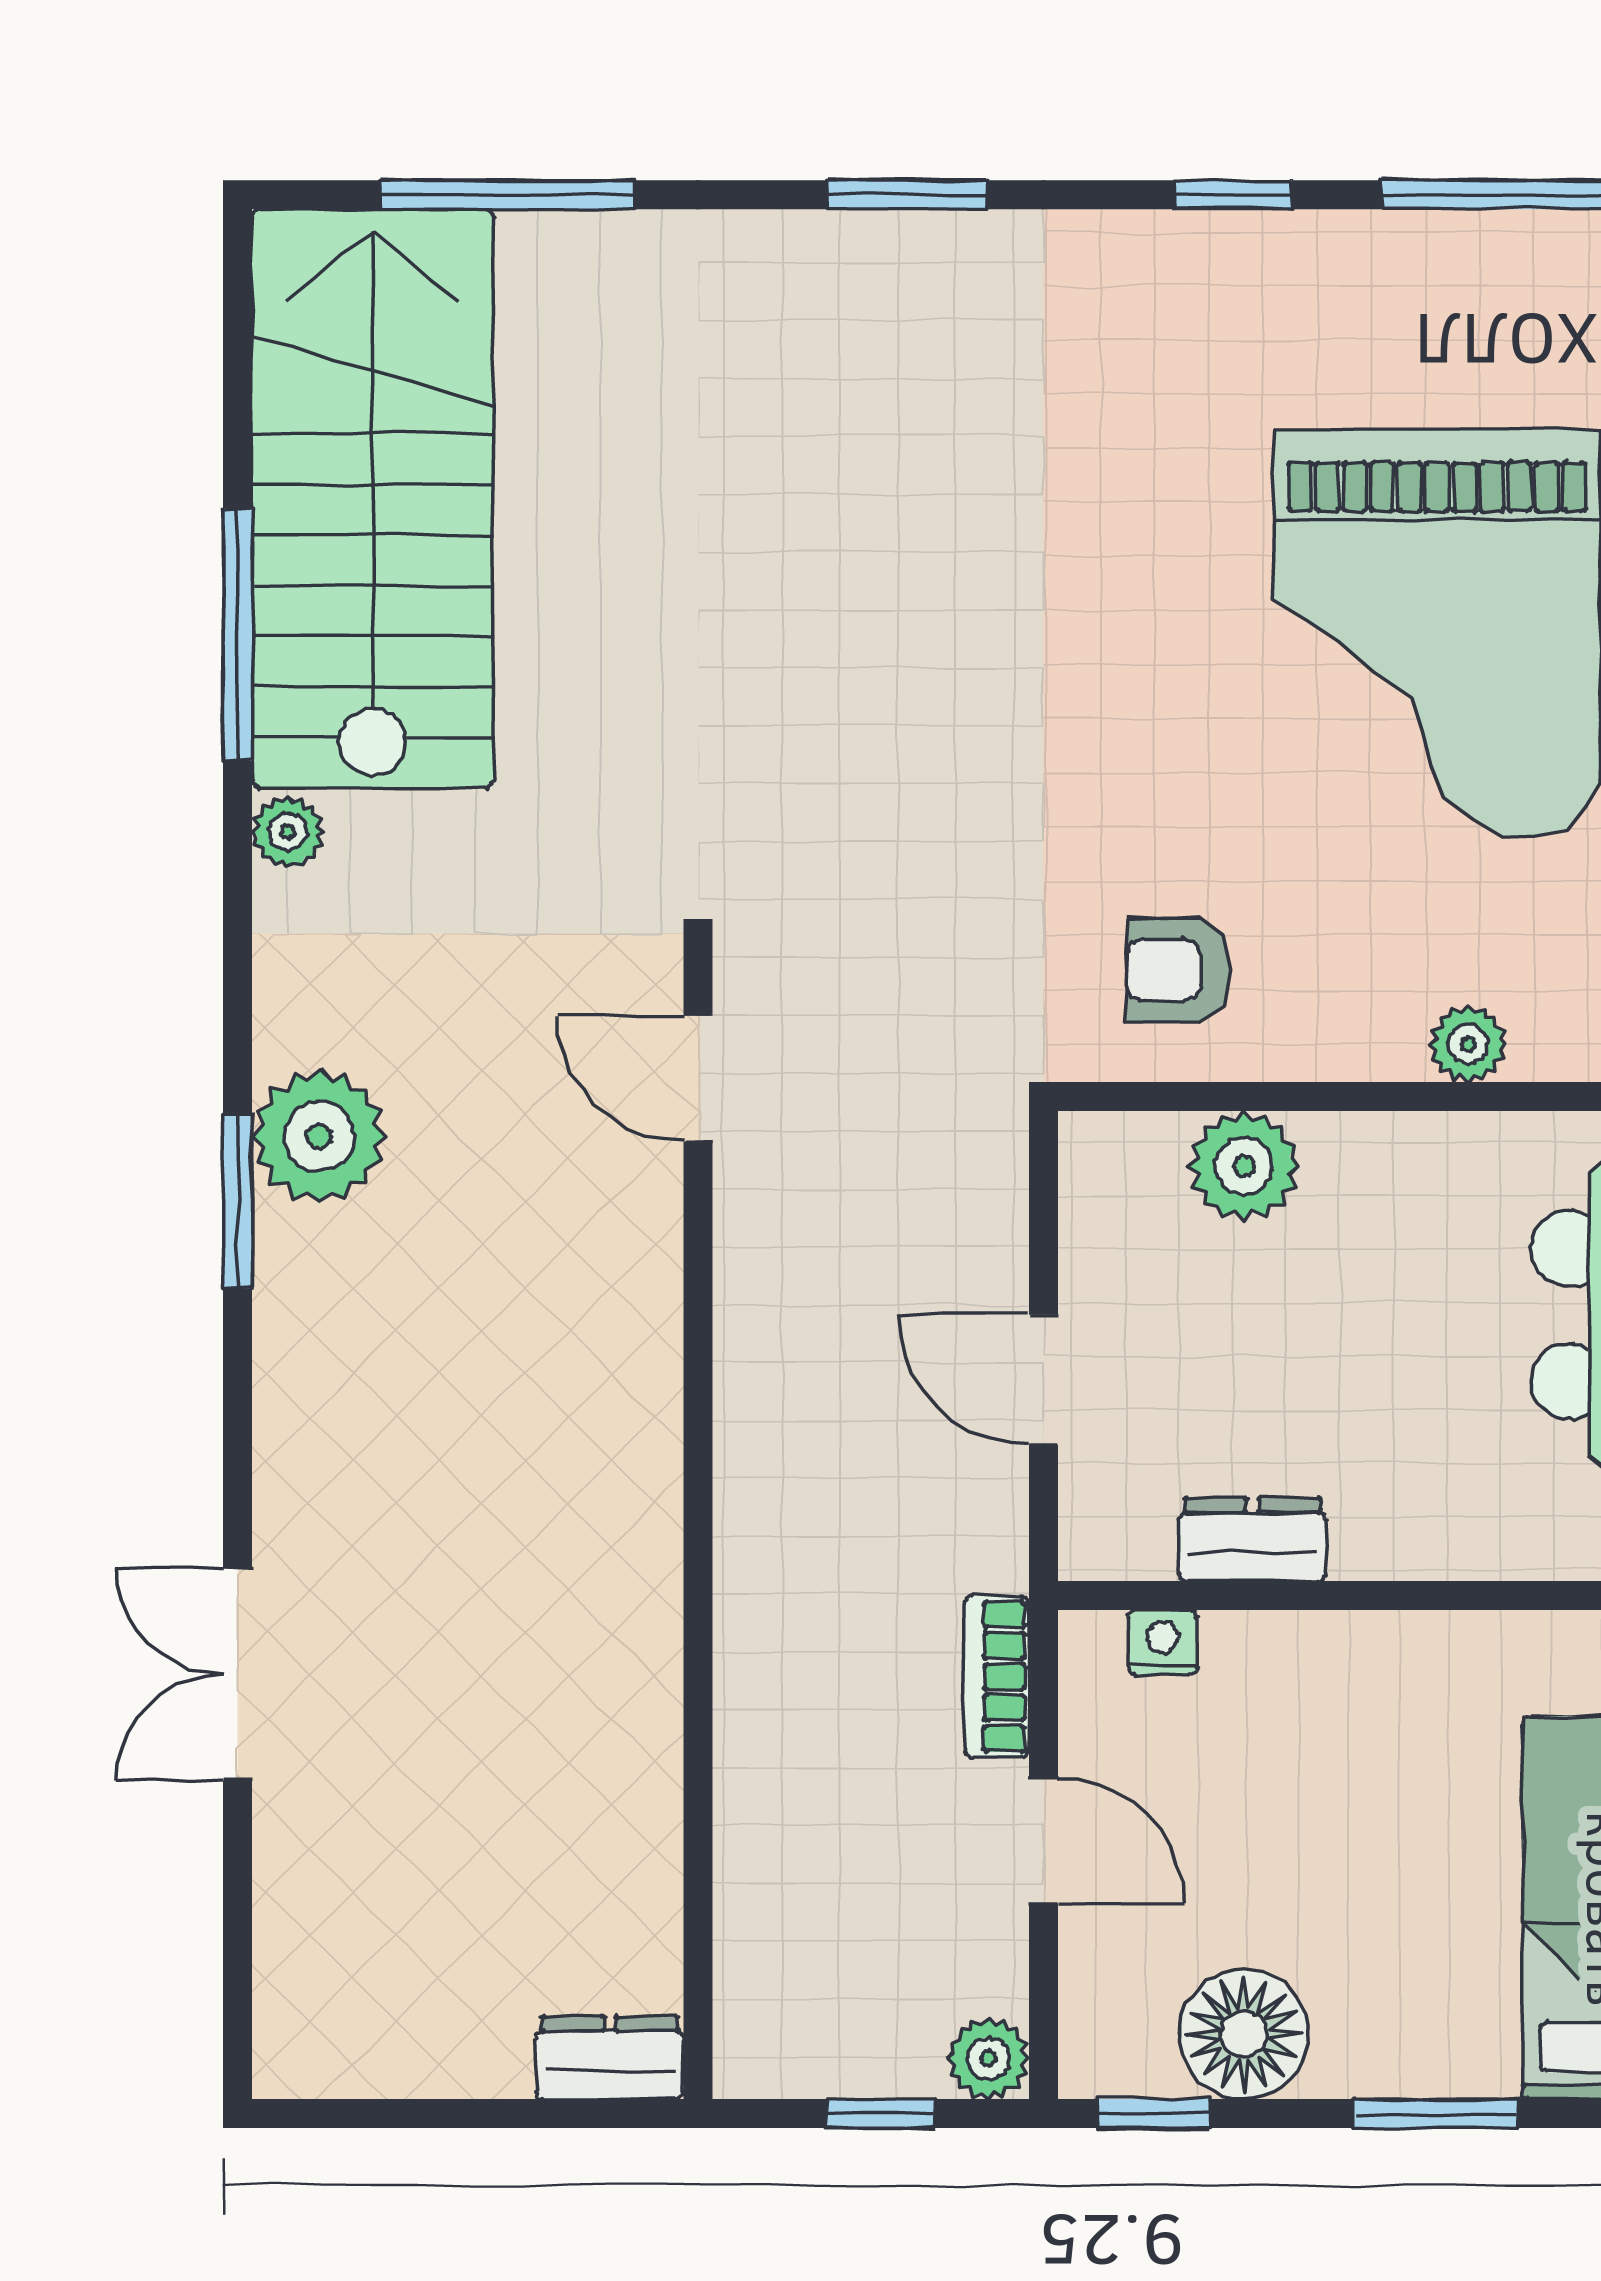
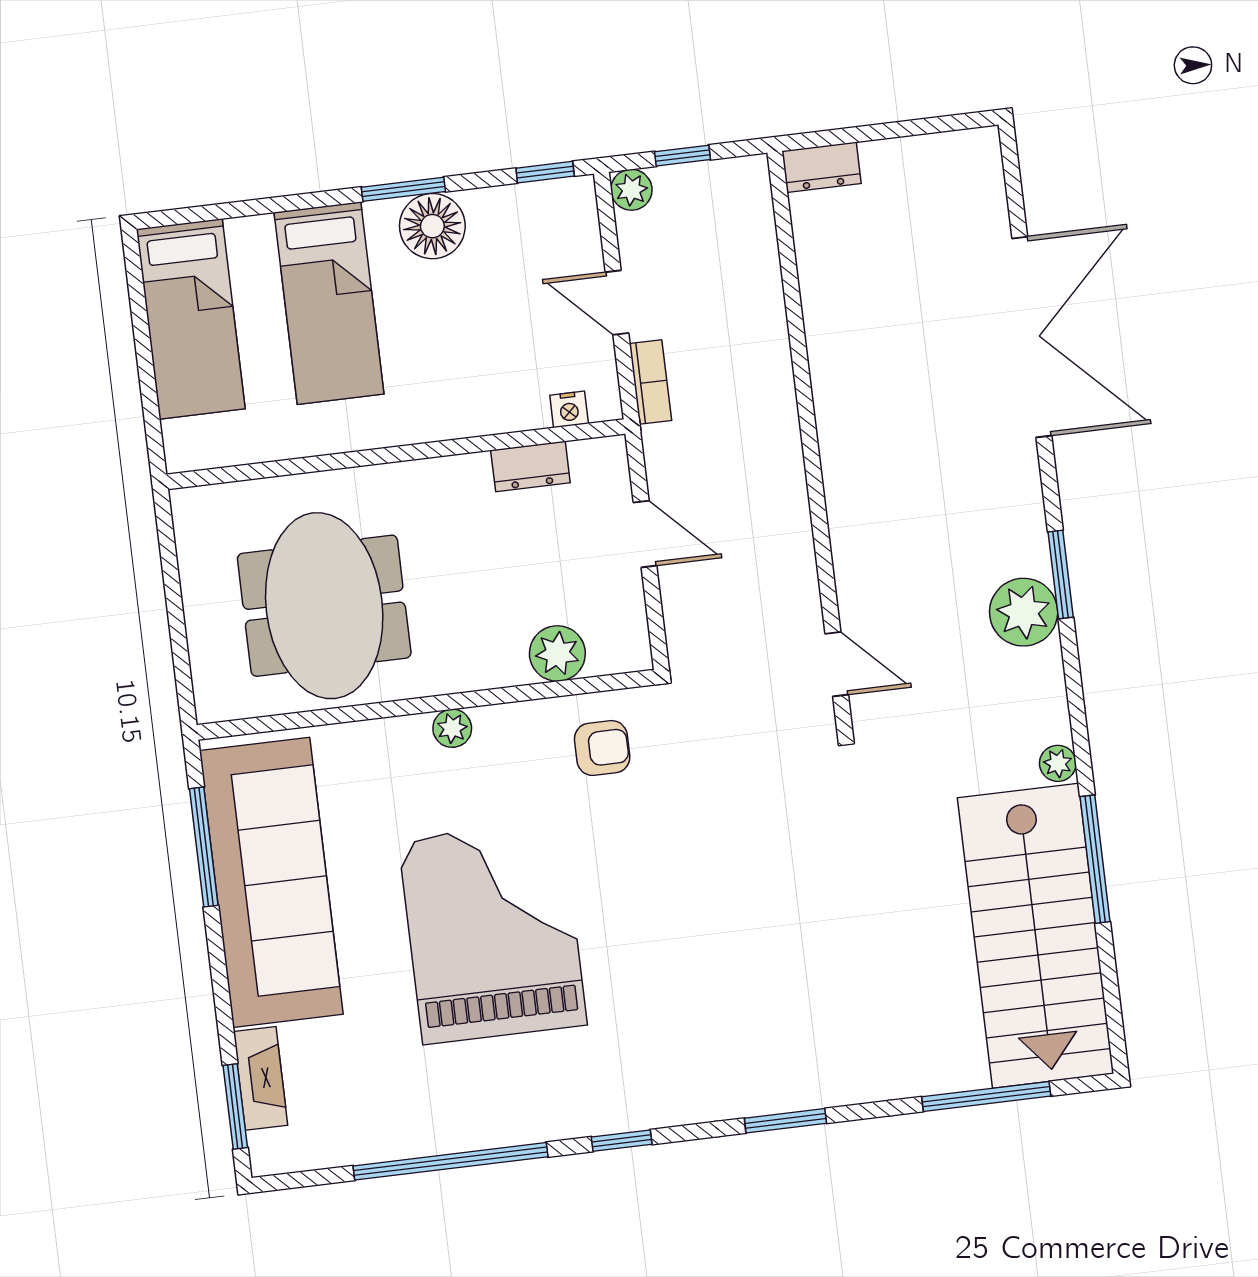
double door: (238, 1674) -> (1032, 337), width x1.87
floor lamp: (1244, 2034) -> (432, 226), moved

